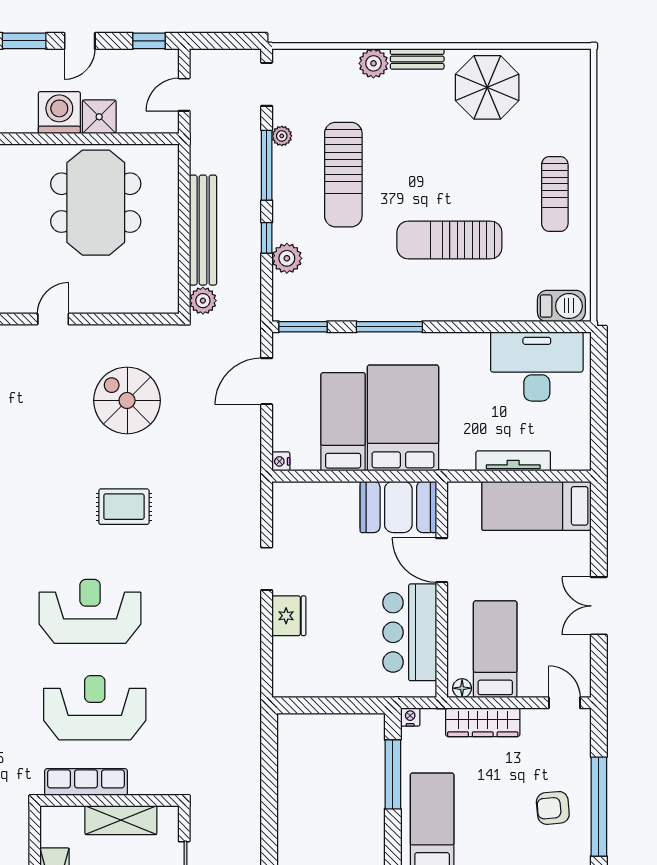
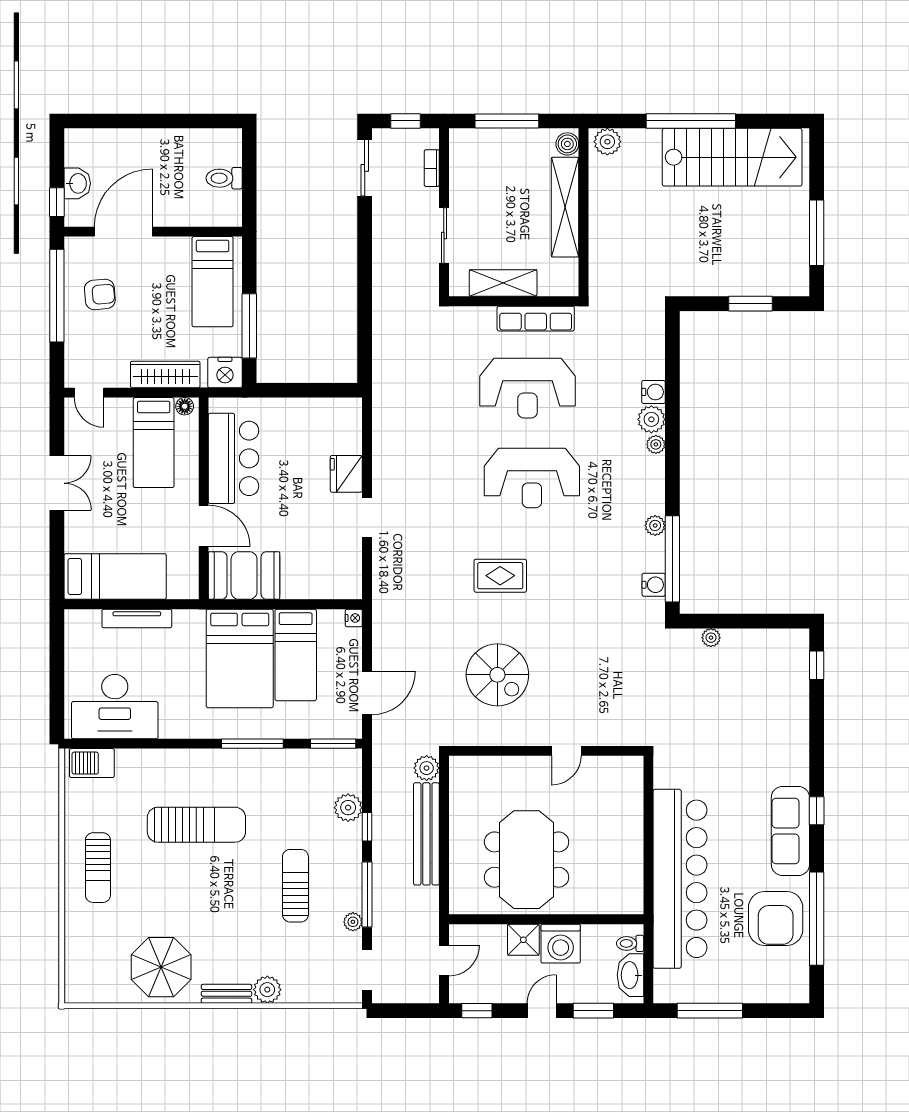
sun lounger: (343, 175) -> (295, 886), width x0.73, depth x0.75
sun lounger: (555, 194) -> (98, 868), turned 180
nightstand: (410, 717) -> (225, 373), width x1.89, depth x1.79

